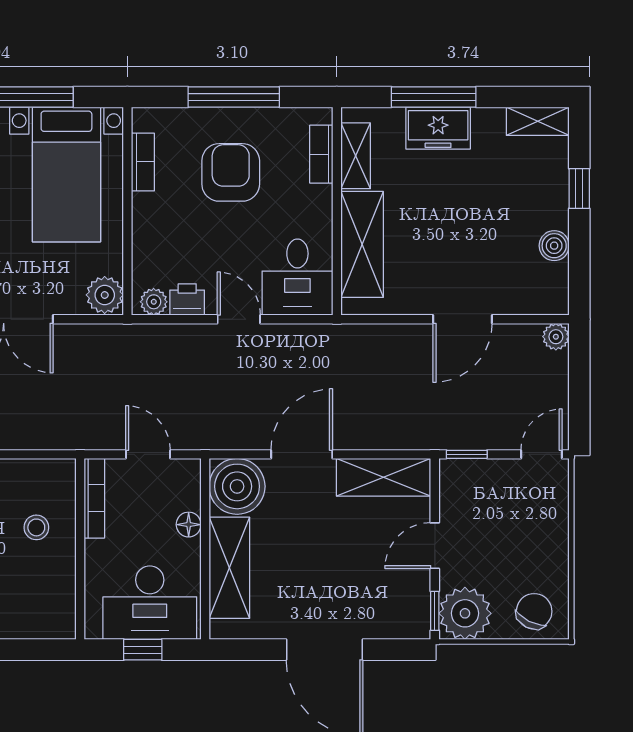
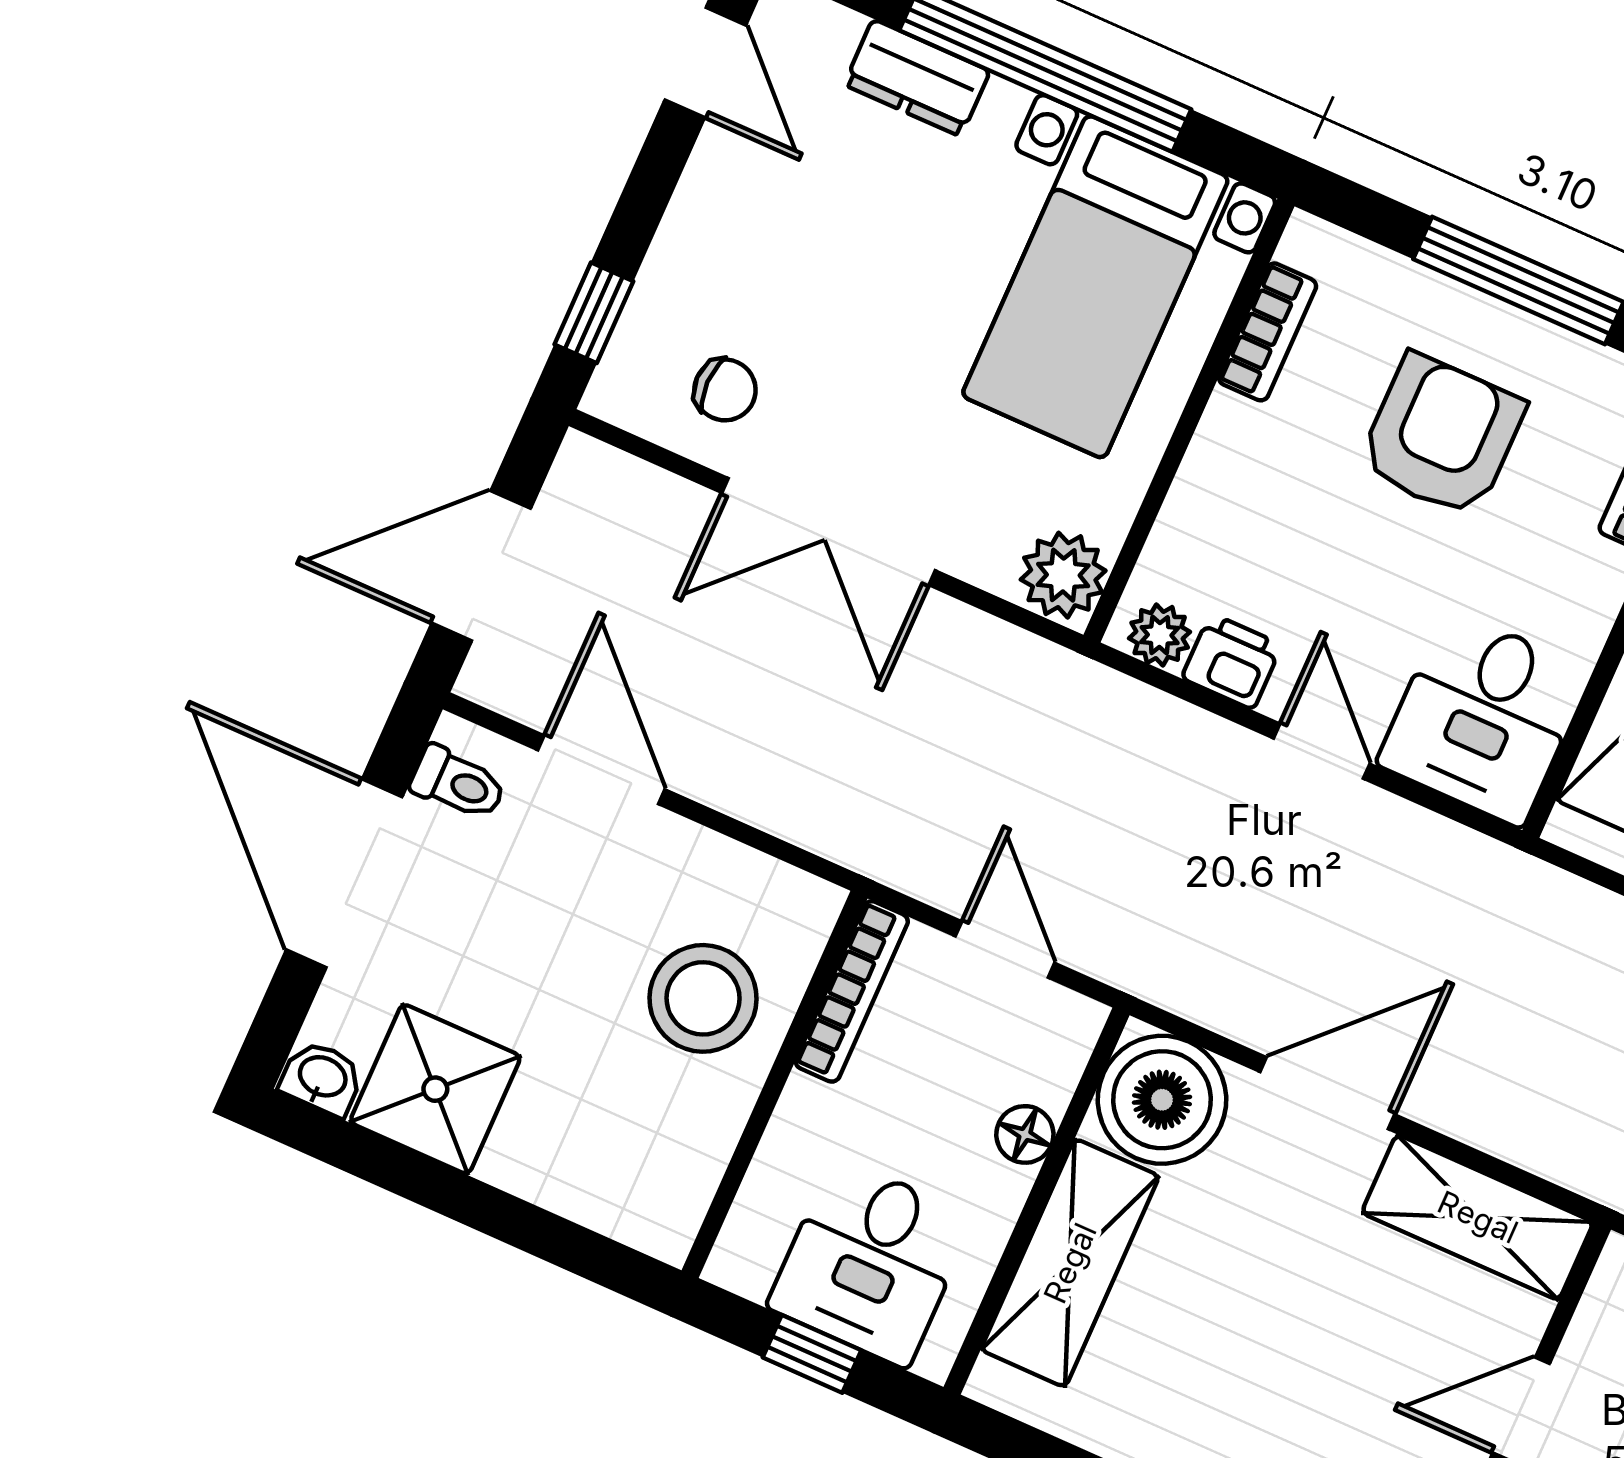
stool: (36, 527) -> (703, 998), width x1.89, depth x1.89
desk: (150, 603) -> (871, 1262), width x0.73

